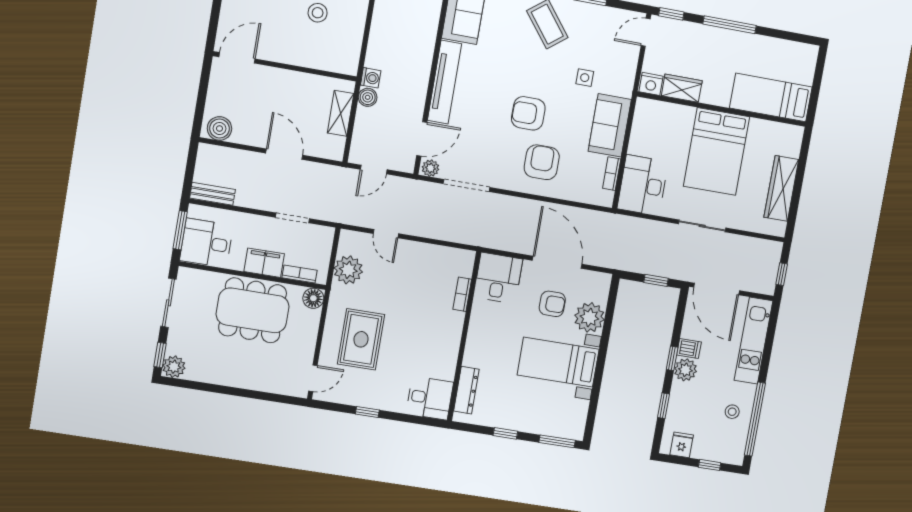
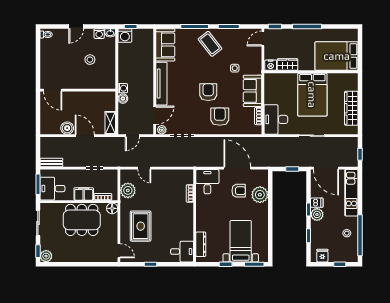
door: (237, 58) -> (53, 90), swing flipped
bed: (771, 97) -> (337, 56), width x1.50
shelving: (341, 113) -> (110, 123), moved
armchair: (528, 113) -> (208, 92), turned 90
boiler: (219, 128) -> (67, 128), moved
bed with nightstands: (558, 362) -> (241, 241), moved, turned 90
door: (313, 378) -> (119, 251), hinge flipped

